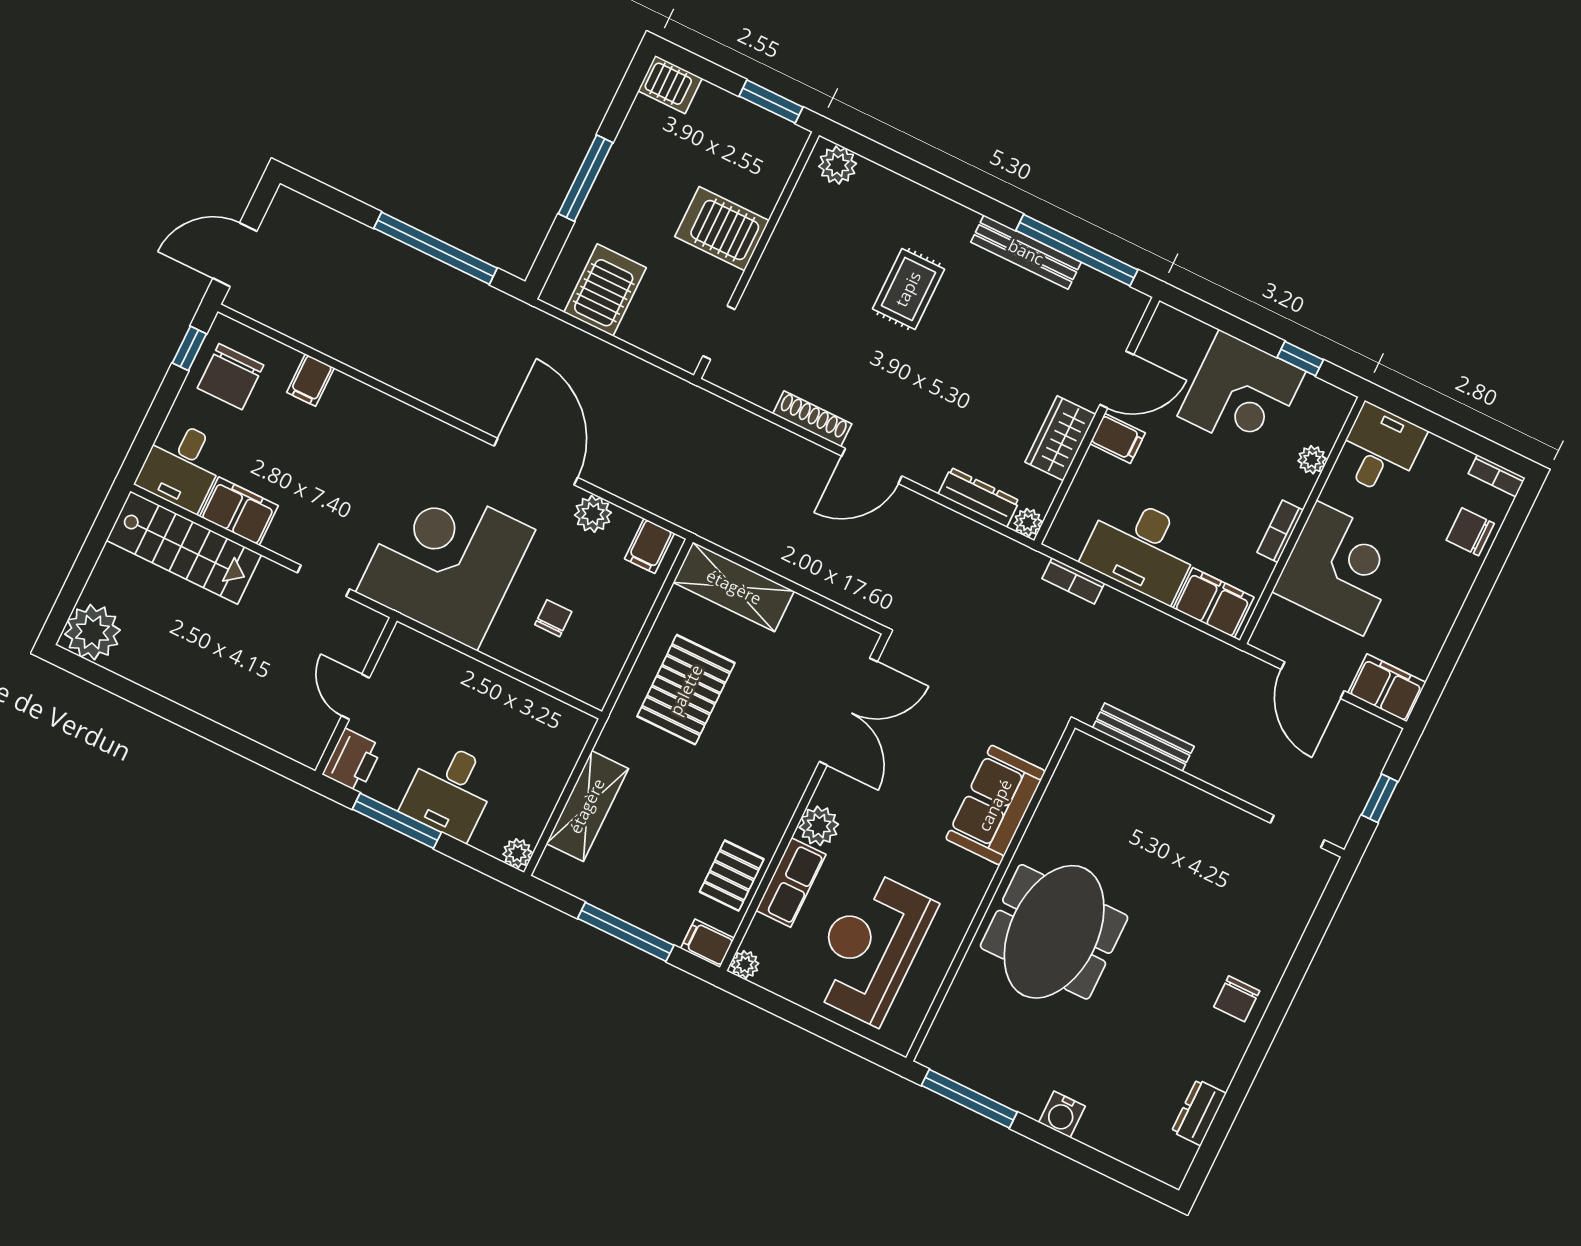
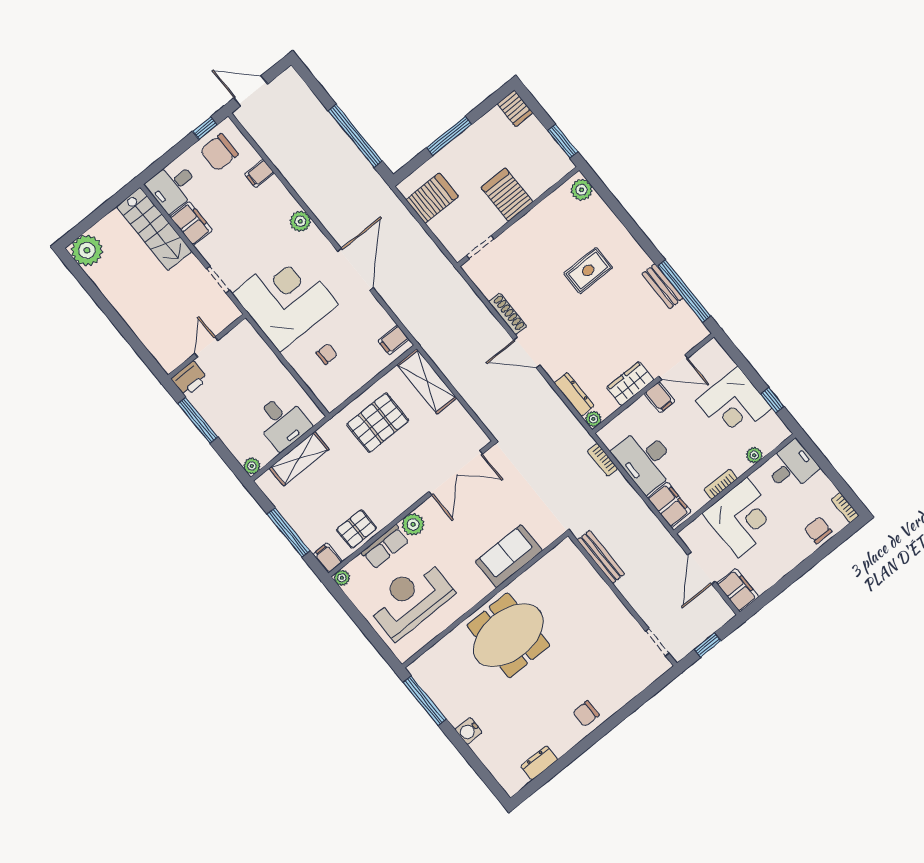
bench: (1026, 252) -> (662, 286), width x0.73
plant: (593, 514) -> (300, 221), moved
desk: (450, 791) -> (282, 422), moved, turned -90

